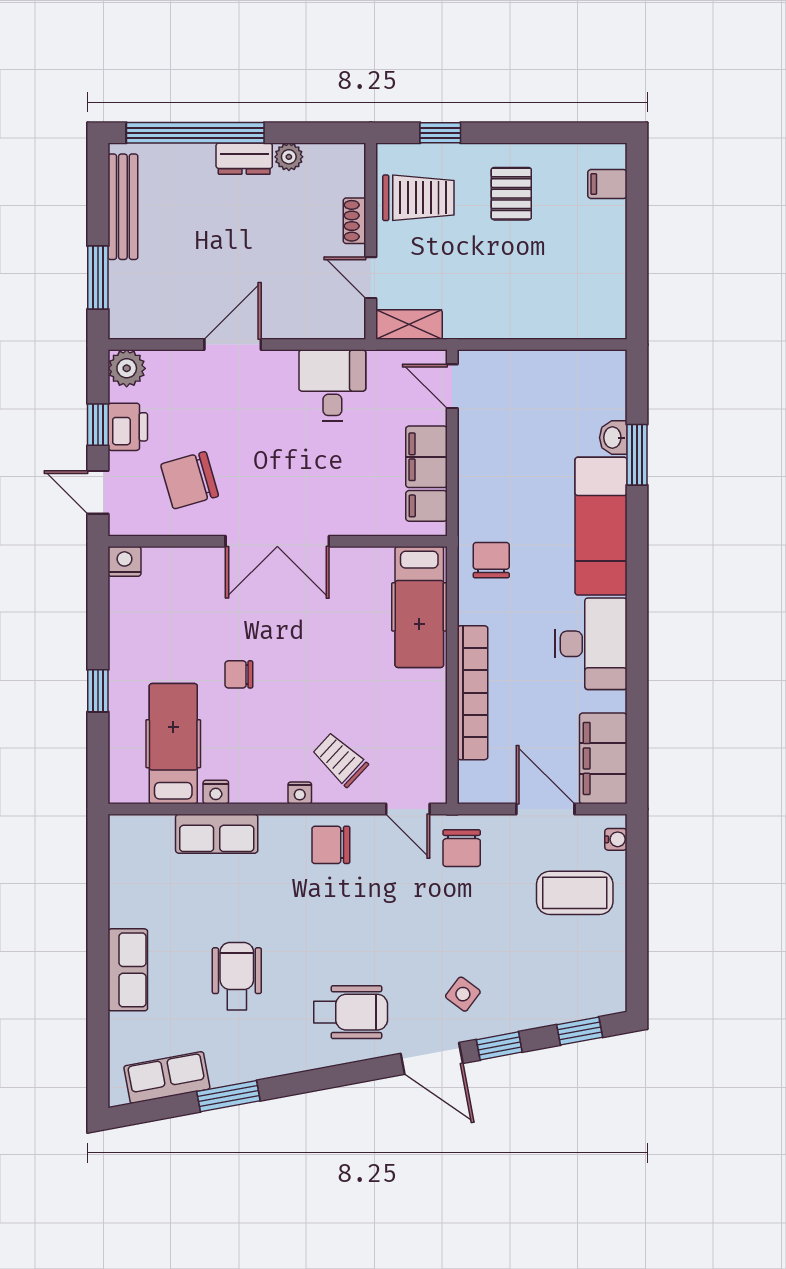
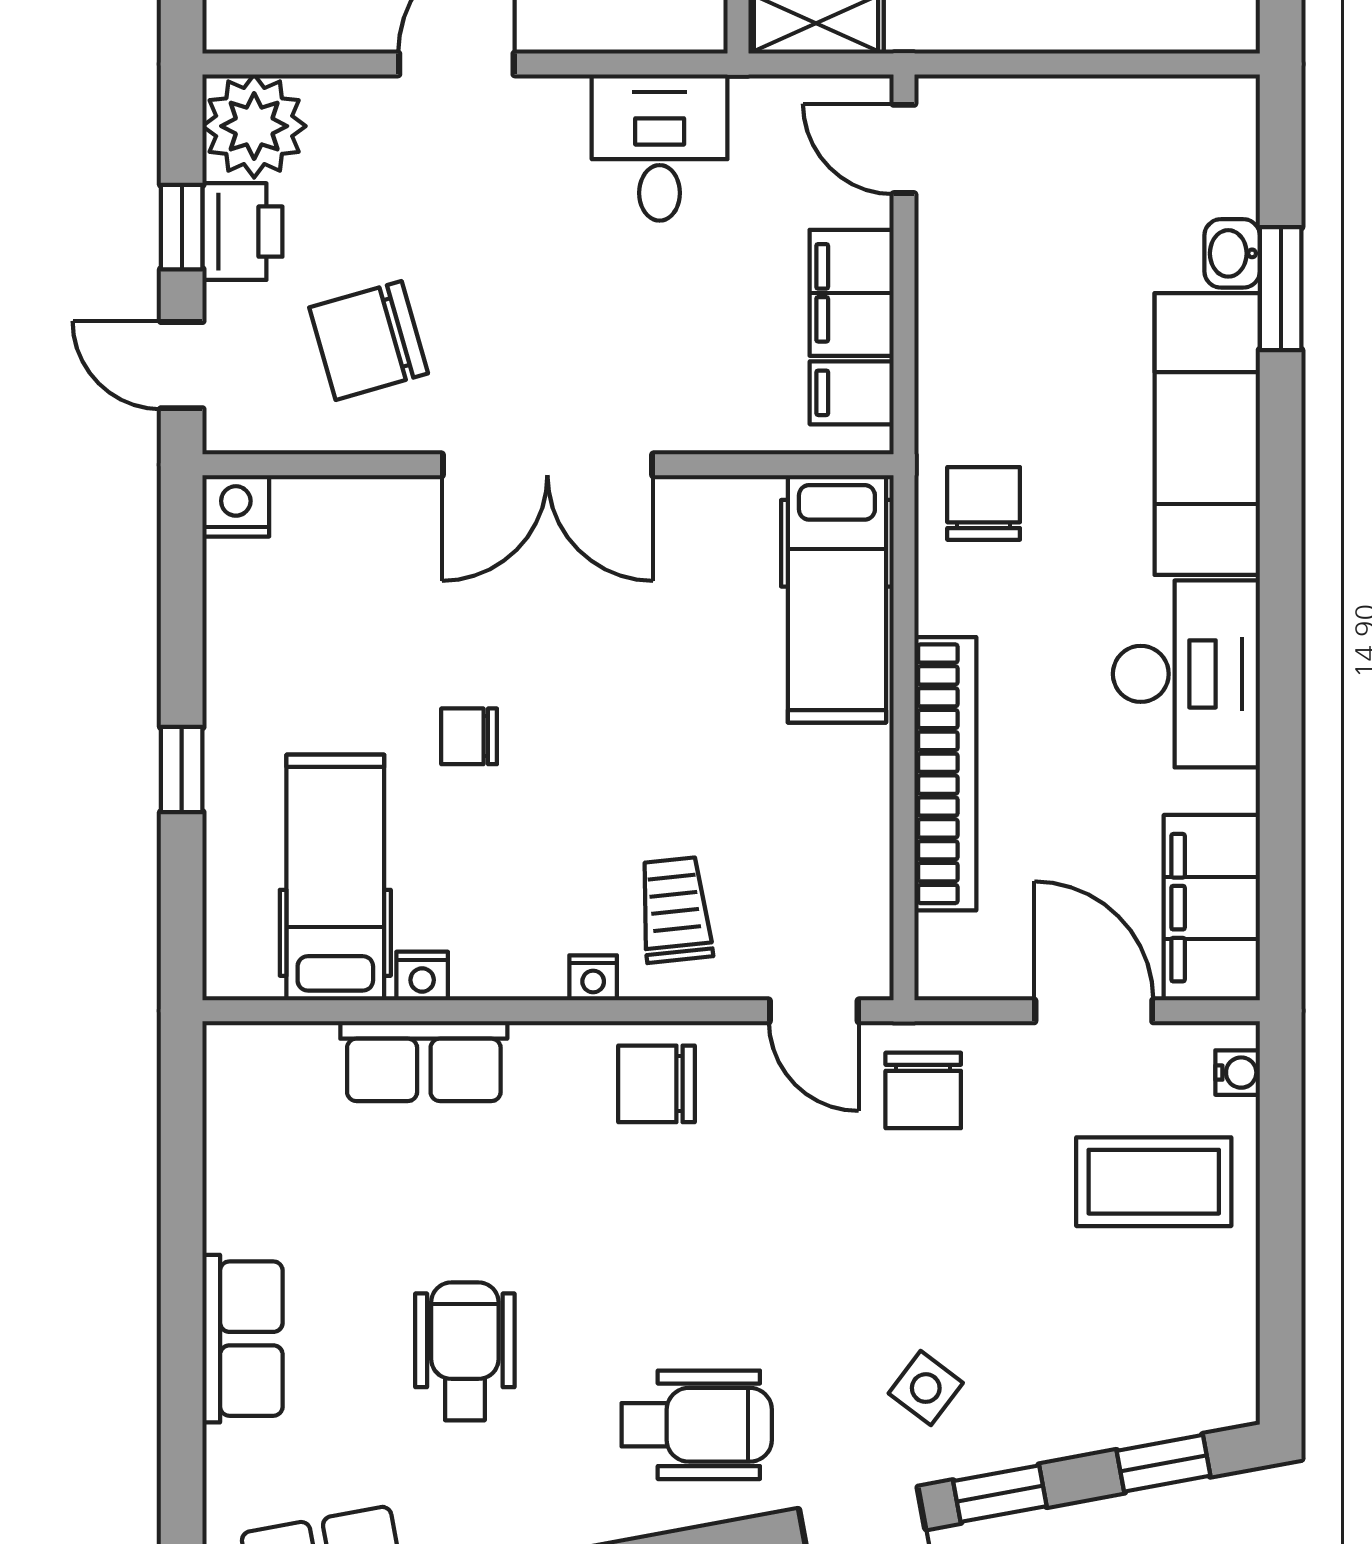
plant: (127, 368) -> (254, 126), width x1.36, depth x1.36
trolley: (340, 760) -> (675, 910), turned 41

